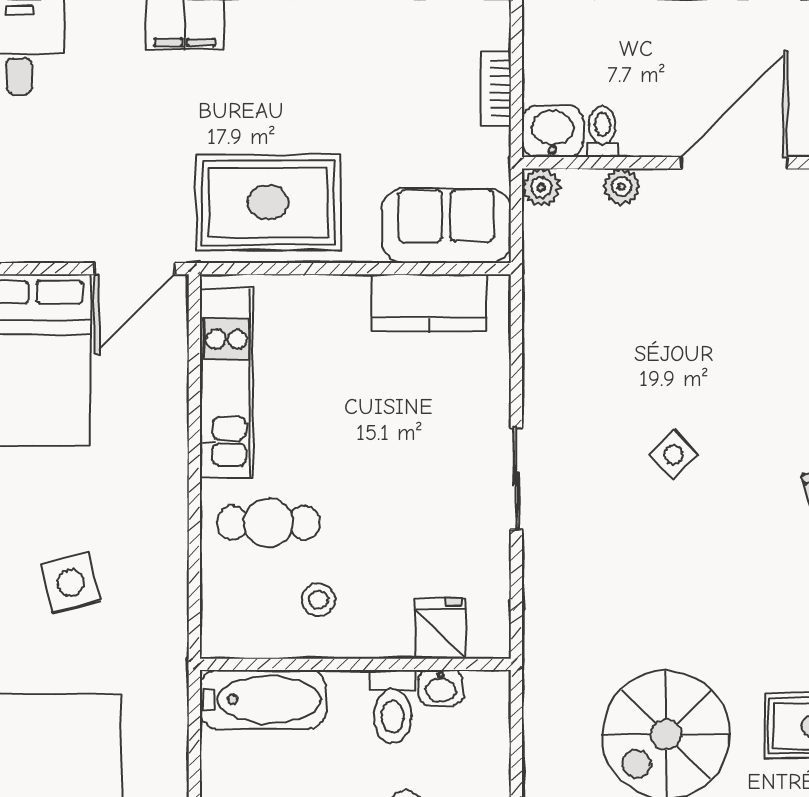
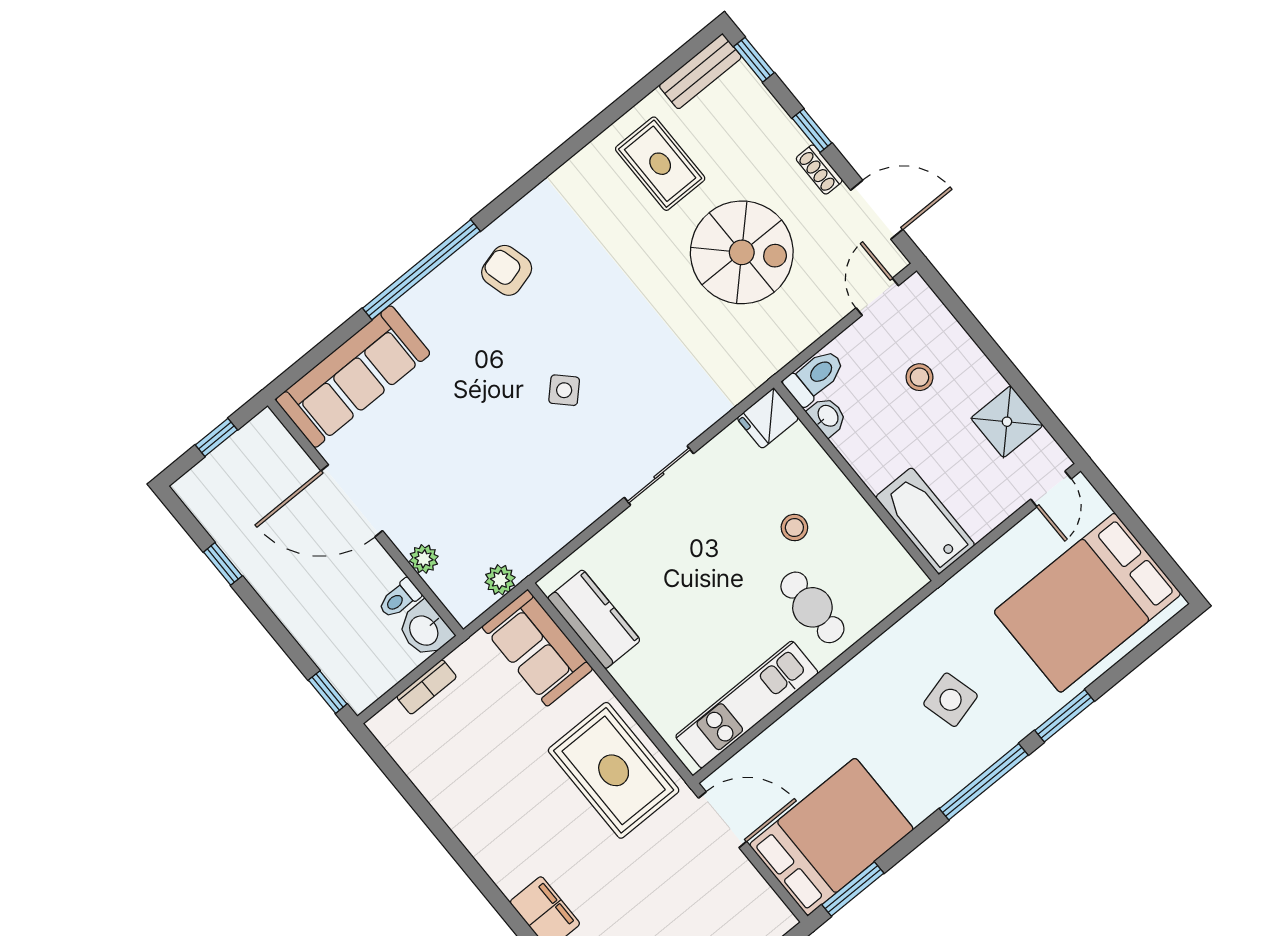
plant: (541, 188) -> (500, 580), moved
stool: (318, 600) -> (794, 528), moved
fridge: (441, 629) -> (768, 418), moved
toilet: (393, 707) -> (815, 377), moved

